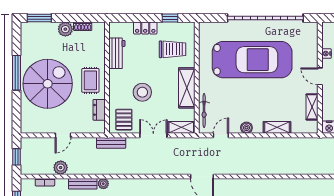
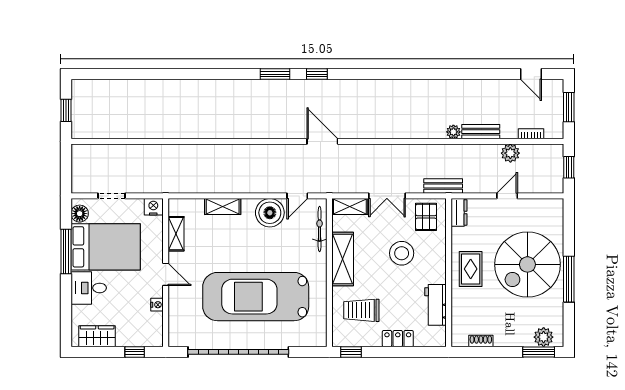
window: (170, 18) -> (351, 352), moved
plant: (65, 29) -> (544, 337), moved
dresser: (99, 110) -> (459, 212), moved
boiler: (246, 128) -> (270, 213), width x1.86, depth x1.86

